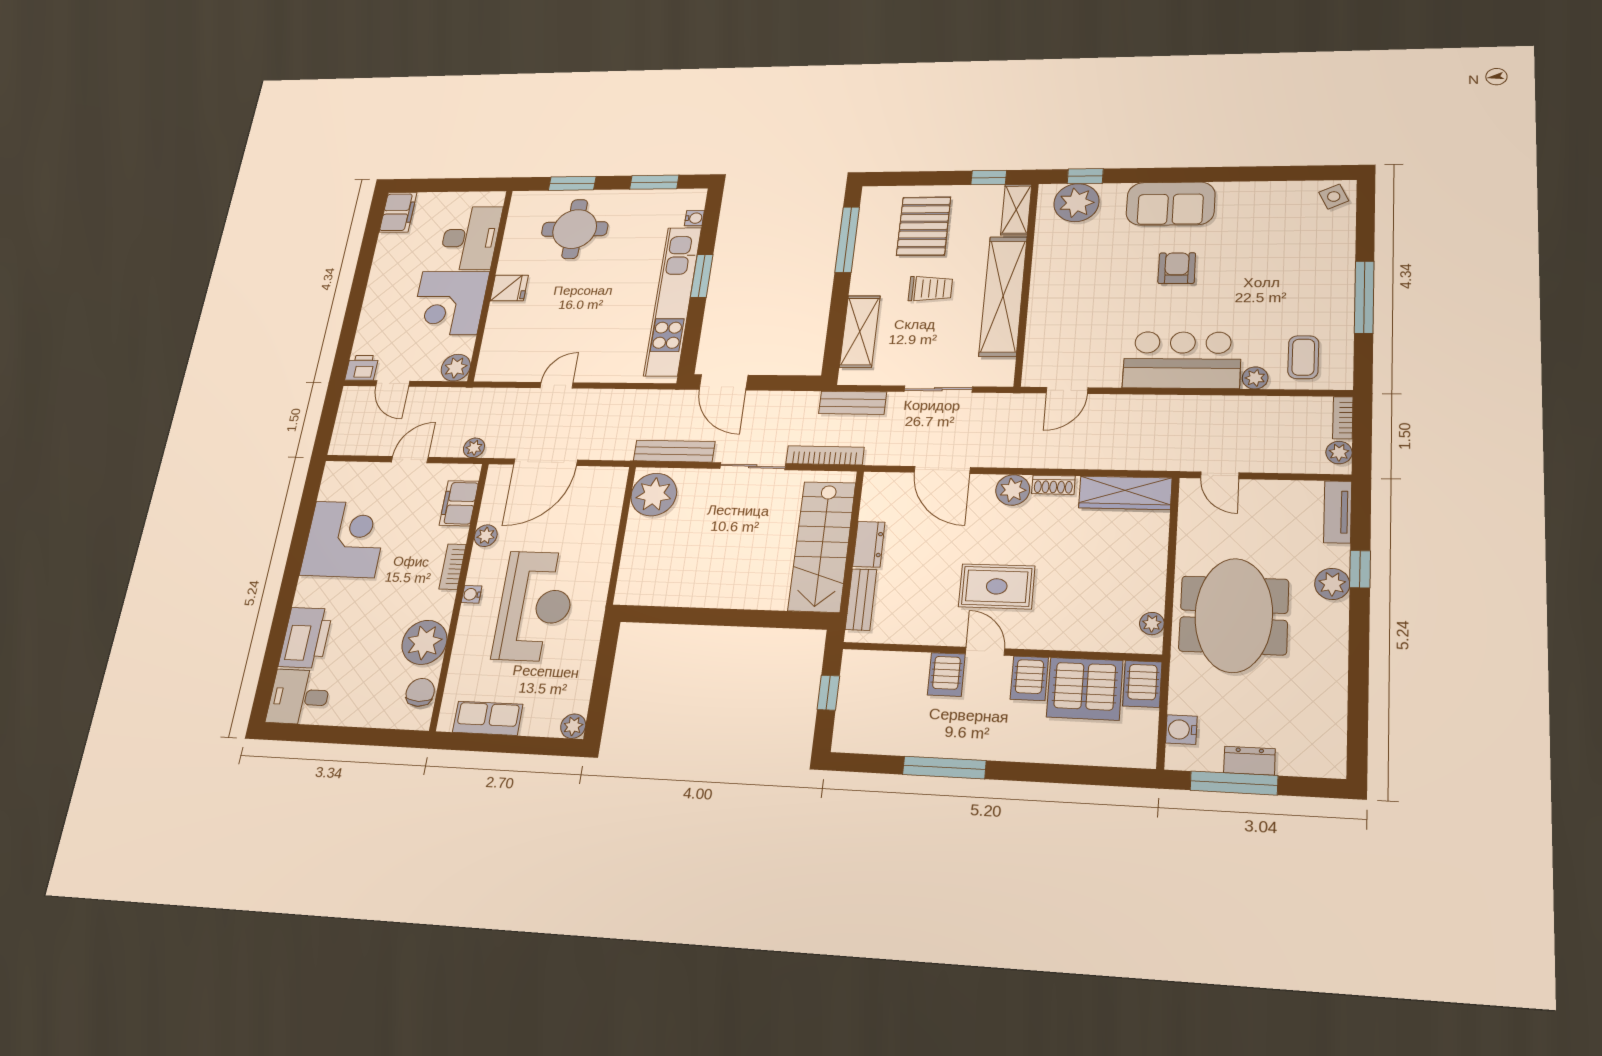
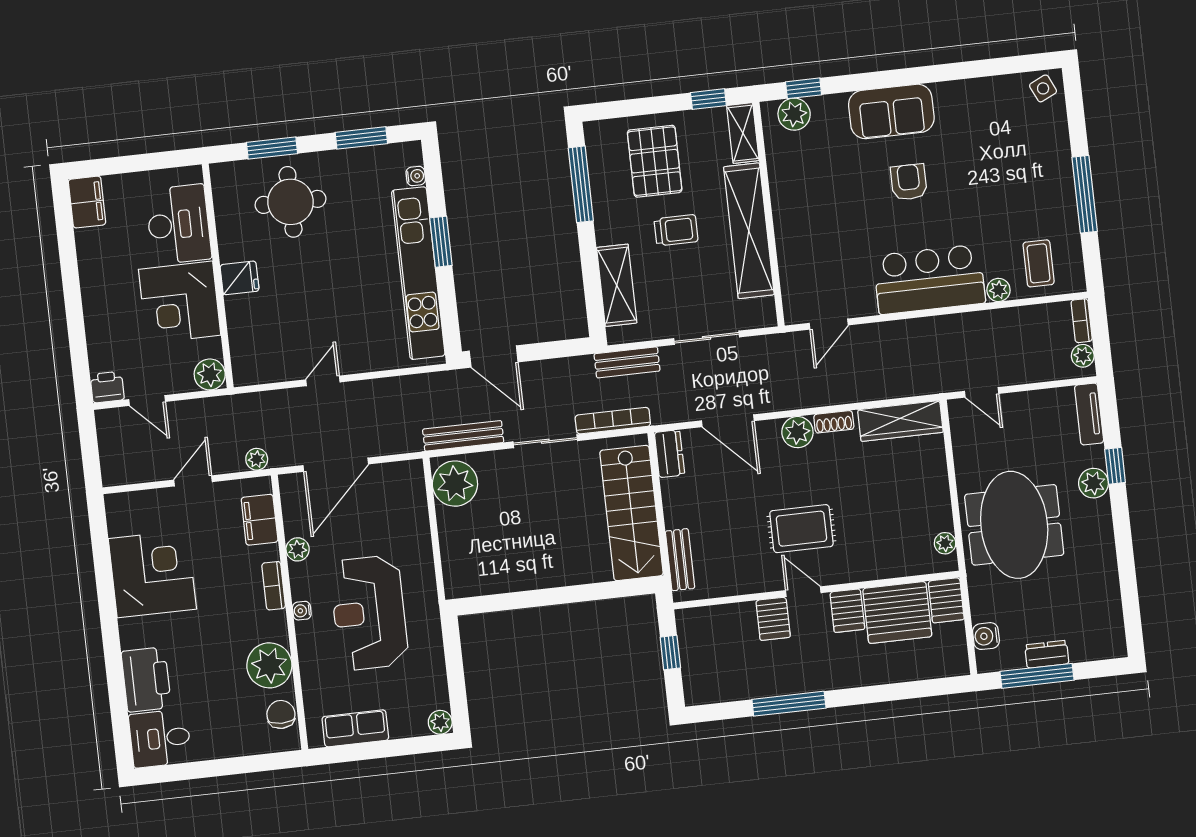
plant: (1076, 203) -> (794, 114), width x0.73, depth x0.73
dresser: (869, 544) -> (669, 454), moved
reception desk: (535, 606) -> (369, 613), turned 180

